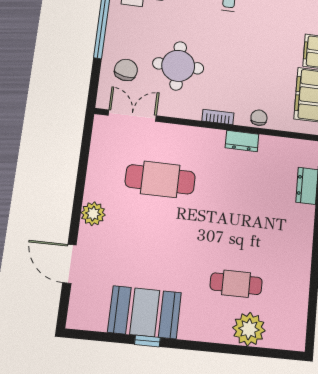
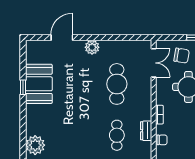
cafe table: (236, 284) -> (117, 135), moved

